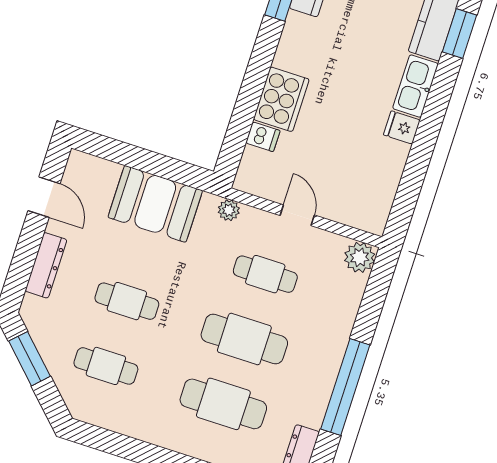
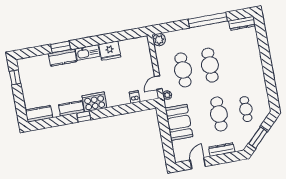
cooker: (281, 99) -> (94, 102), moved
fridge: (402, 127) -> (110, 51), width x1.88, depth x1.34
door: (297, 215) -> (158, 83), moved
cafe table: (265, 274) -> (183, 70), width x1.37, depth x1.35
cafe table: (127, 301) -> (219, 114), width x1.37, depth x1.35
cafe table: (223, 404) -> (237, 60), removed

